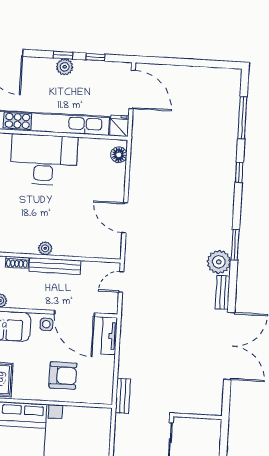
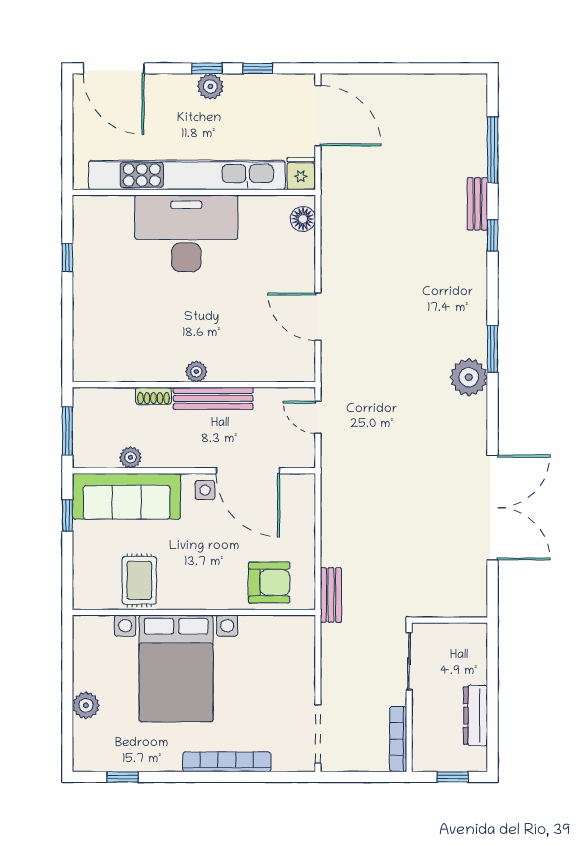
door: (121, 282) -> (318, 417), hinge flipped
bench: (223, 292) -> (477, 204), moved
tv unit: (109, 336) -> (304, 503), removed
armchair: (63, 376) -> (269, 582), moved

